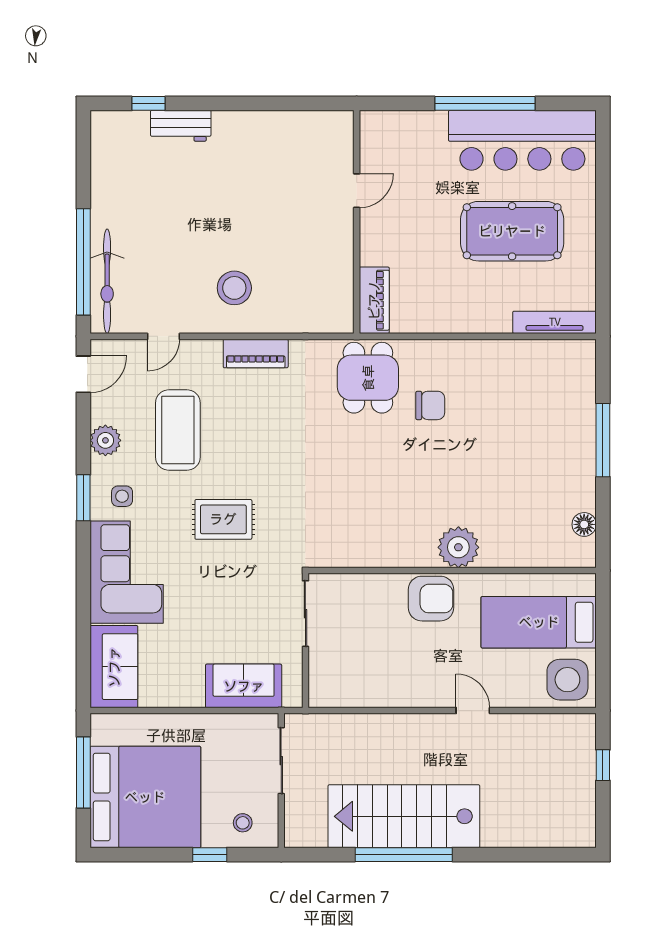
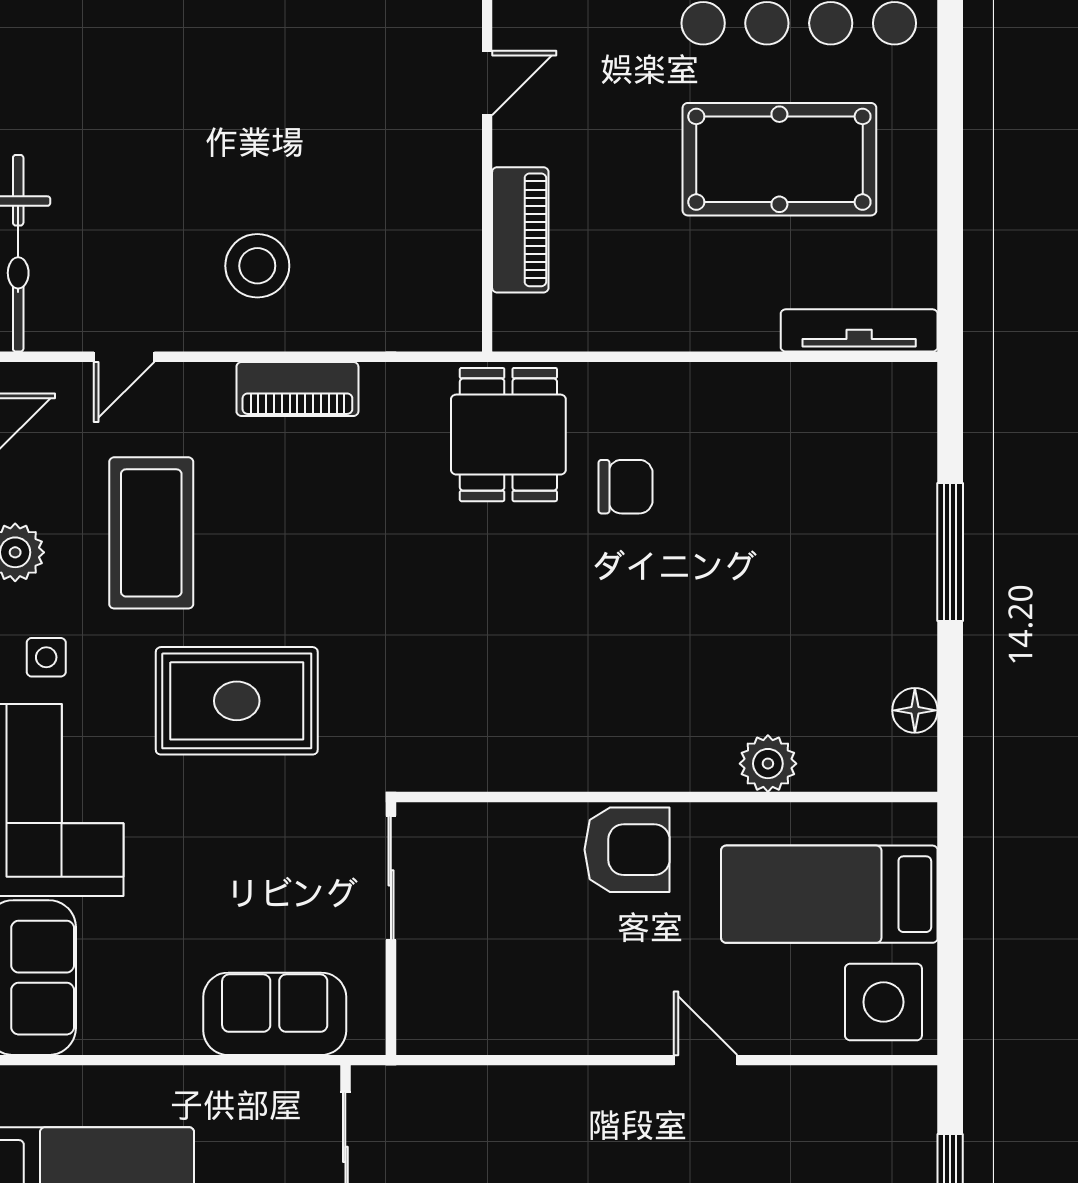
piano: (374, 300) -> (520, 230), moved
rug: (223, 519) -> (237, 701), width x1.36, depth x1.43
plant: (458, 547) -> (768, 764), moved, width x0.73, depth x0.73

